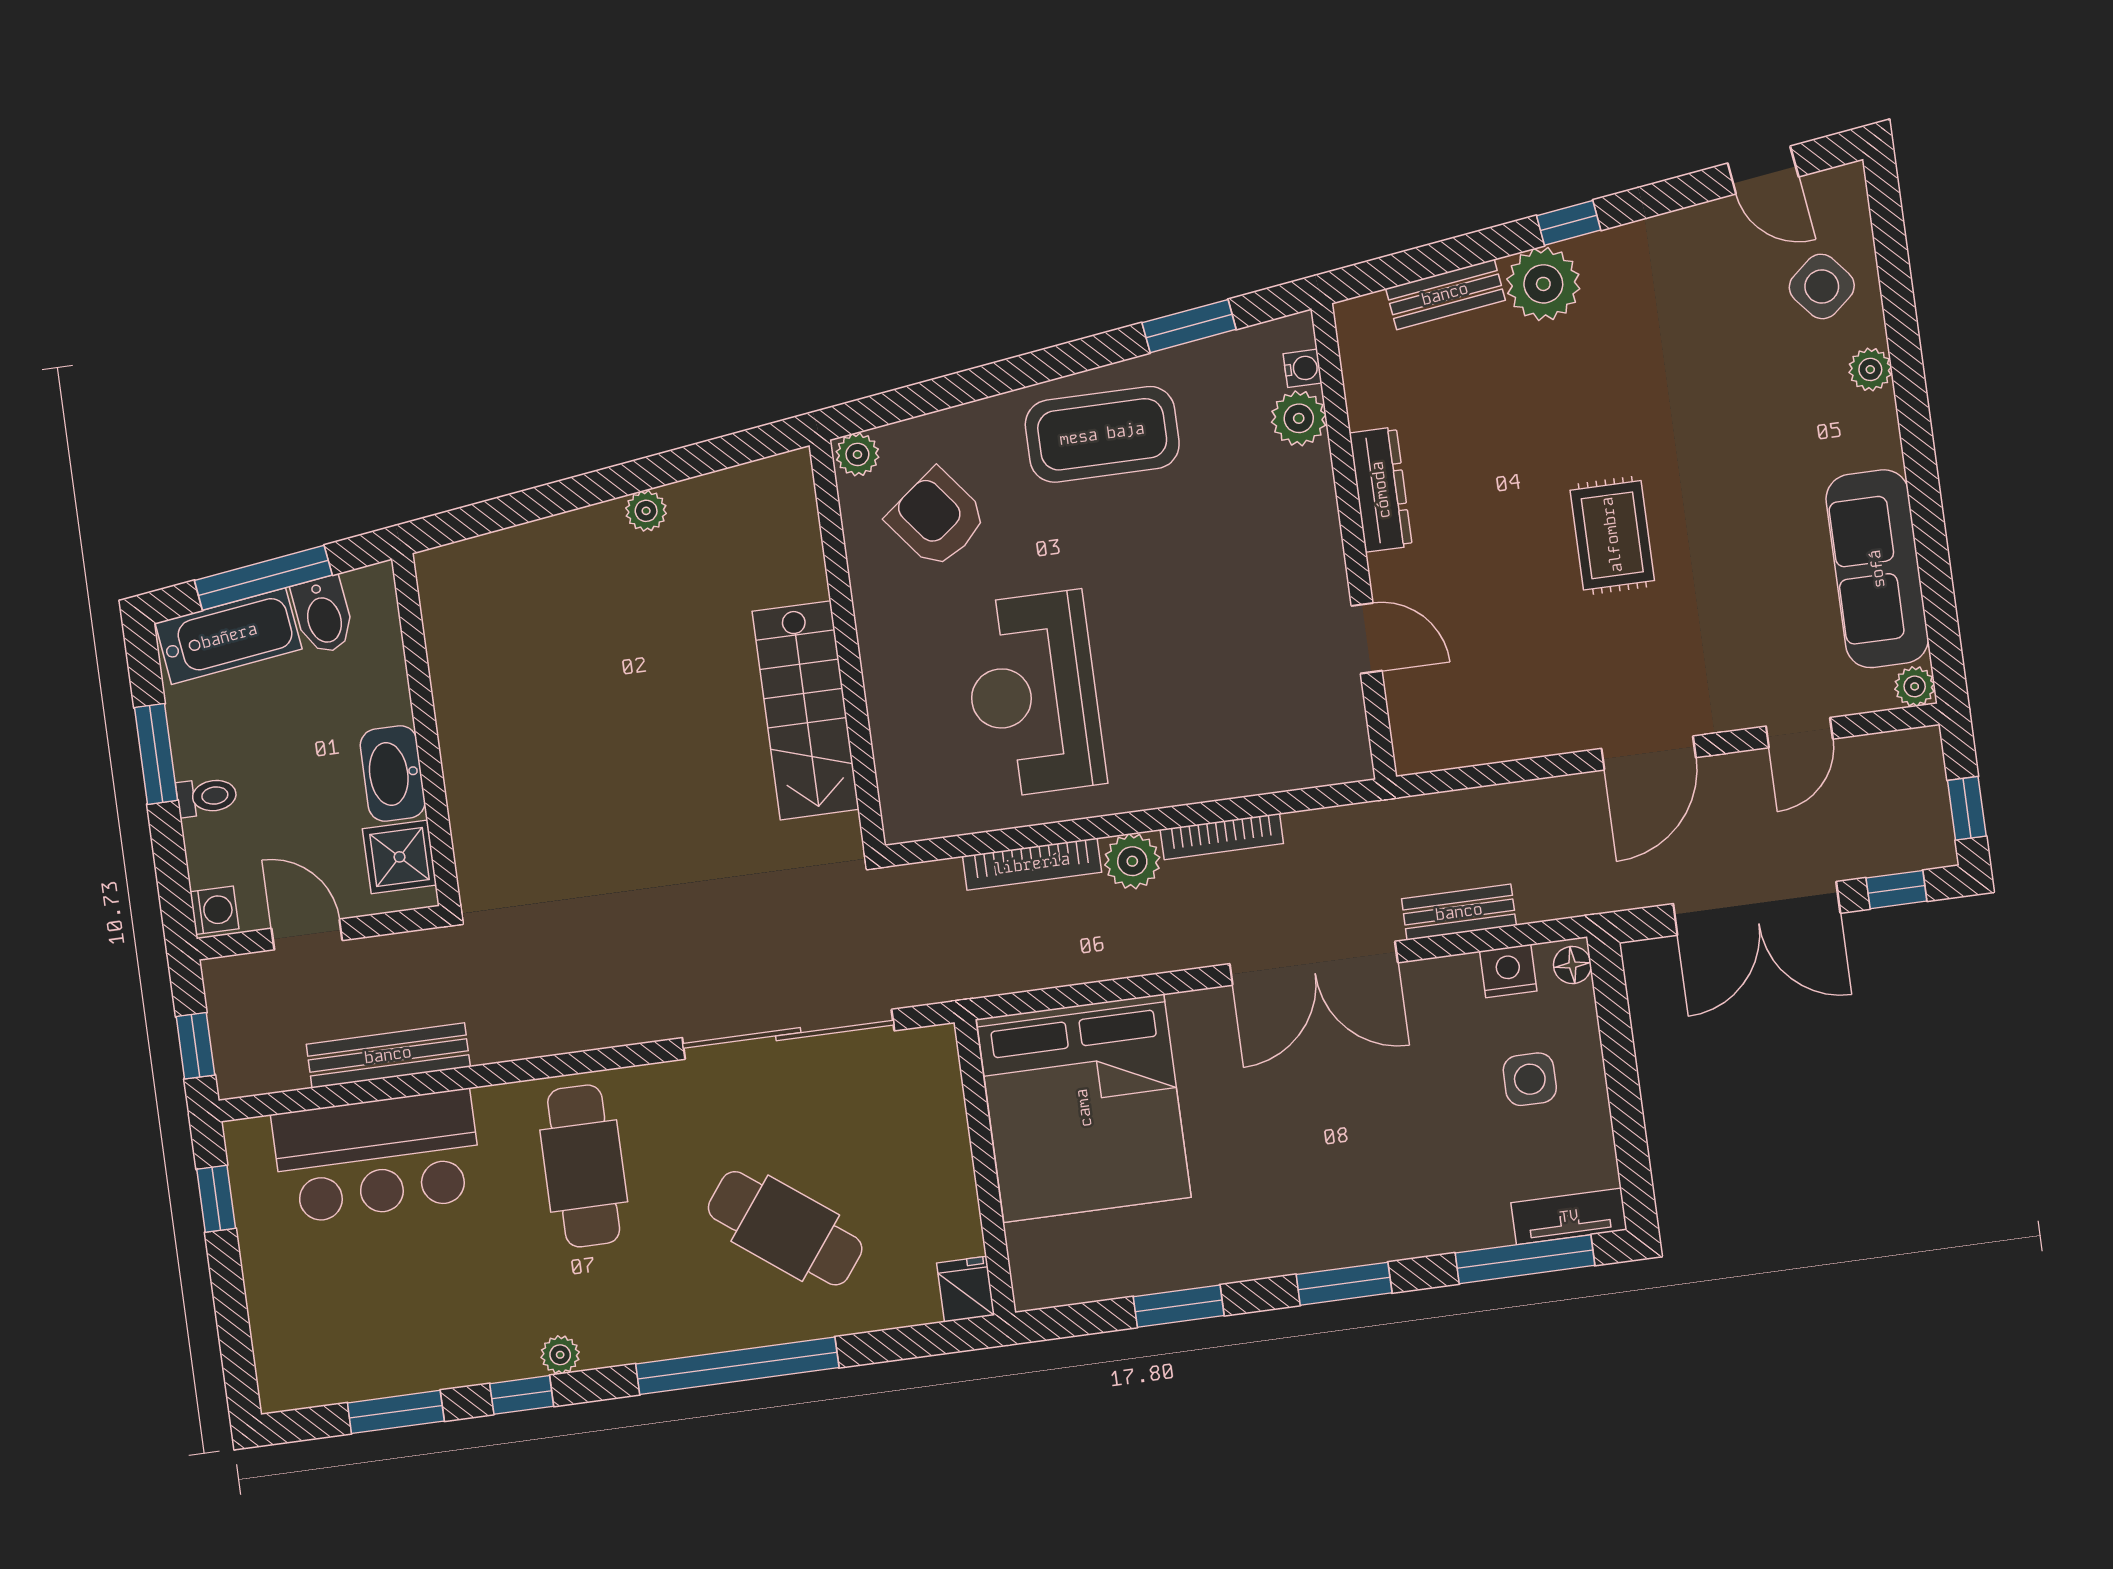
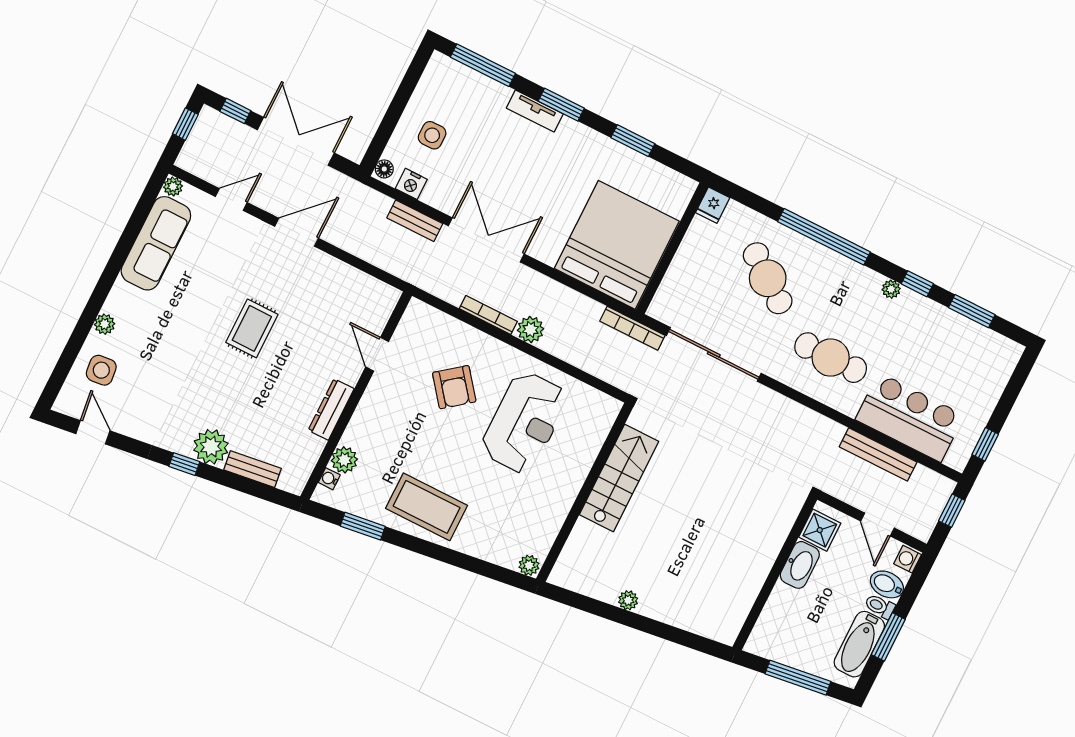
side table: (1822, 286) -> (101, 370), turned 34
armchair: (937, 518) -> (454, 387), moved
bidet: (323, 615) -> (887, 584), moved, turned -82
bathtub: (229, 636) -> (859, 644), moved, turned -82
bookcase: (1032, 864) -> (632, 328), moved, turned 180
cafe table: (584, 1166) -> (831, 358), turned 90
tv unit: (1569, 1216) -> (535, 111), moved

